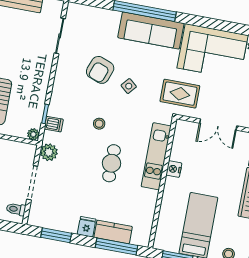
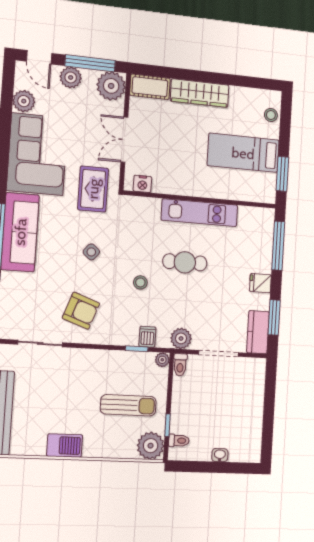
armchair: (100, 70) -> (81, 311), moved
double door: (218, 124) -> (124, 140), swing flipped
kitchen unit: (156, 156) -> (200, 213), moved
nightstand: (174, 169) -> (142, 184), moved
toilet: (16, 209) -> (180, 365), moved
kitchen counter: (113, 232) -> (258, 332), moved

